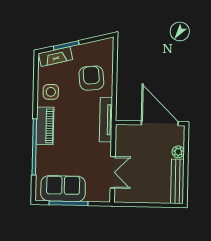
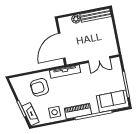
door: (160, 123) -> (62, 46), moved
double door: (113, 172) -> (99, 60), swing flipped
sofa: (63, 189) -> (113, 101), moved, turned 90

